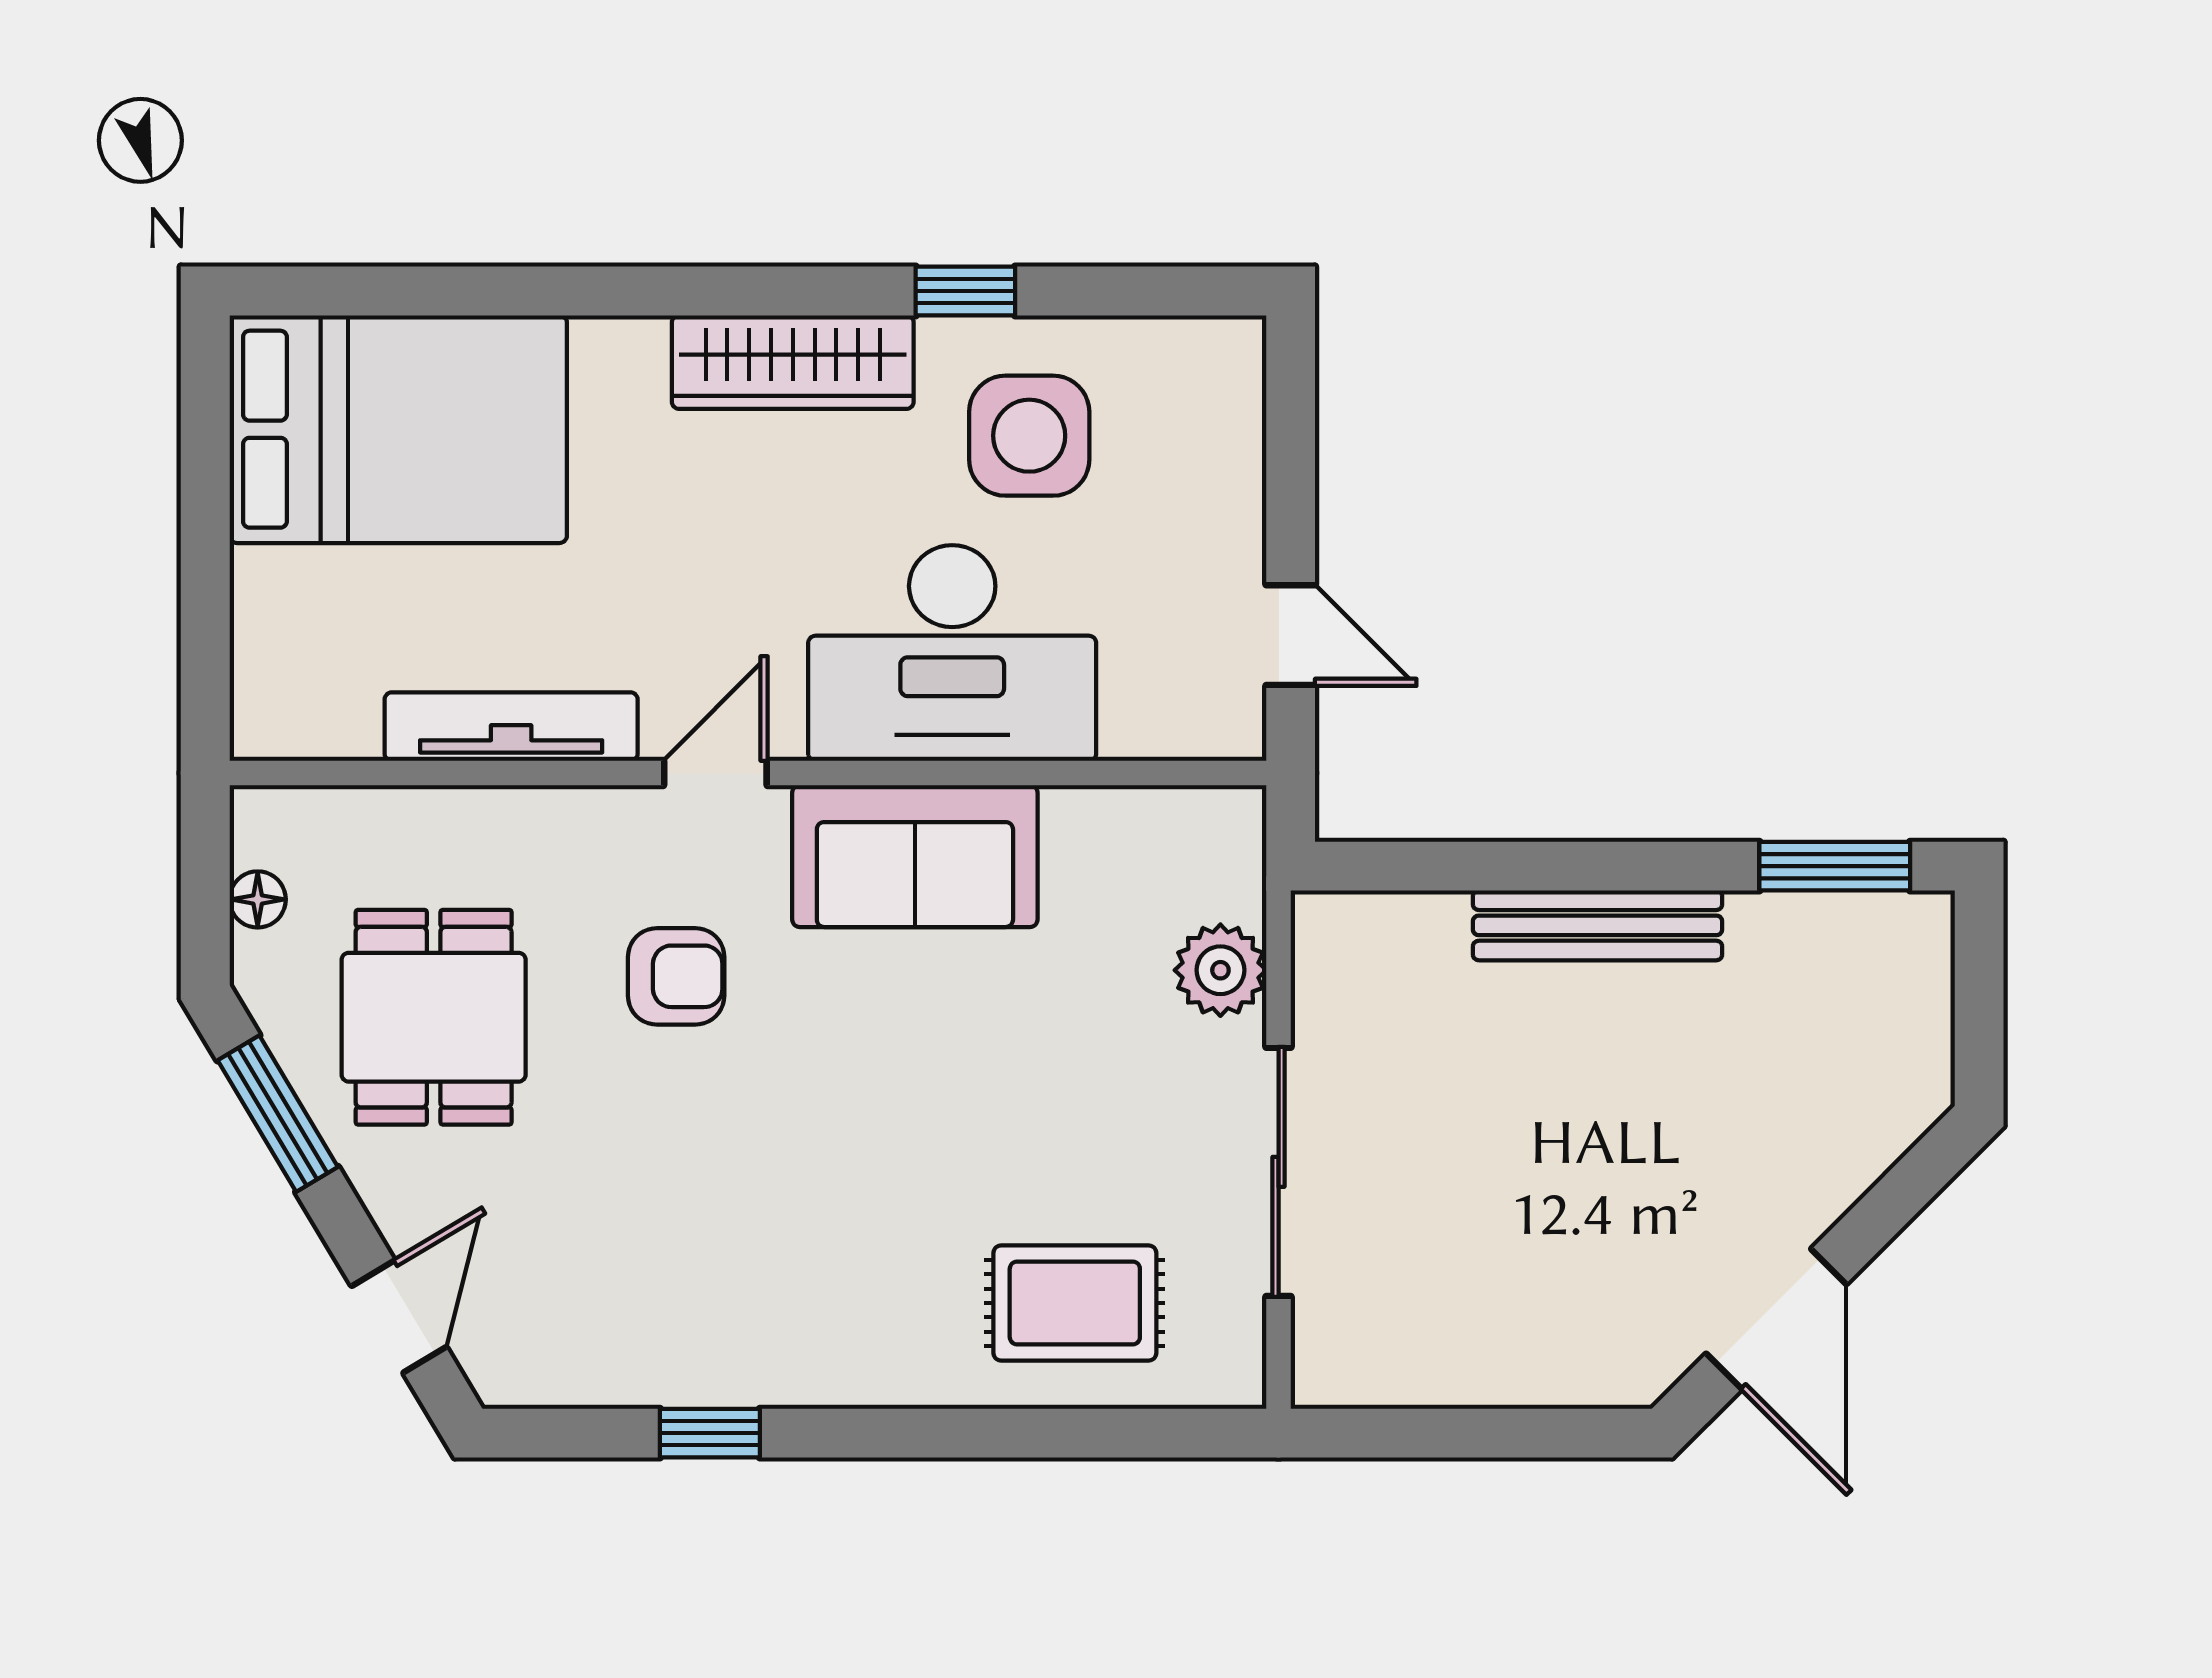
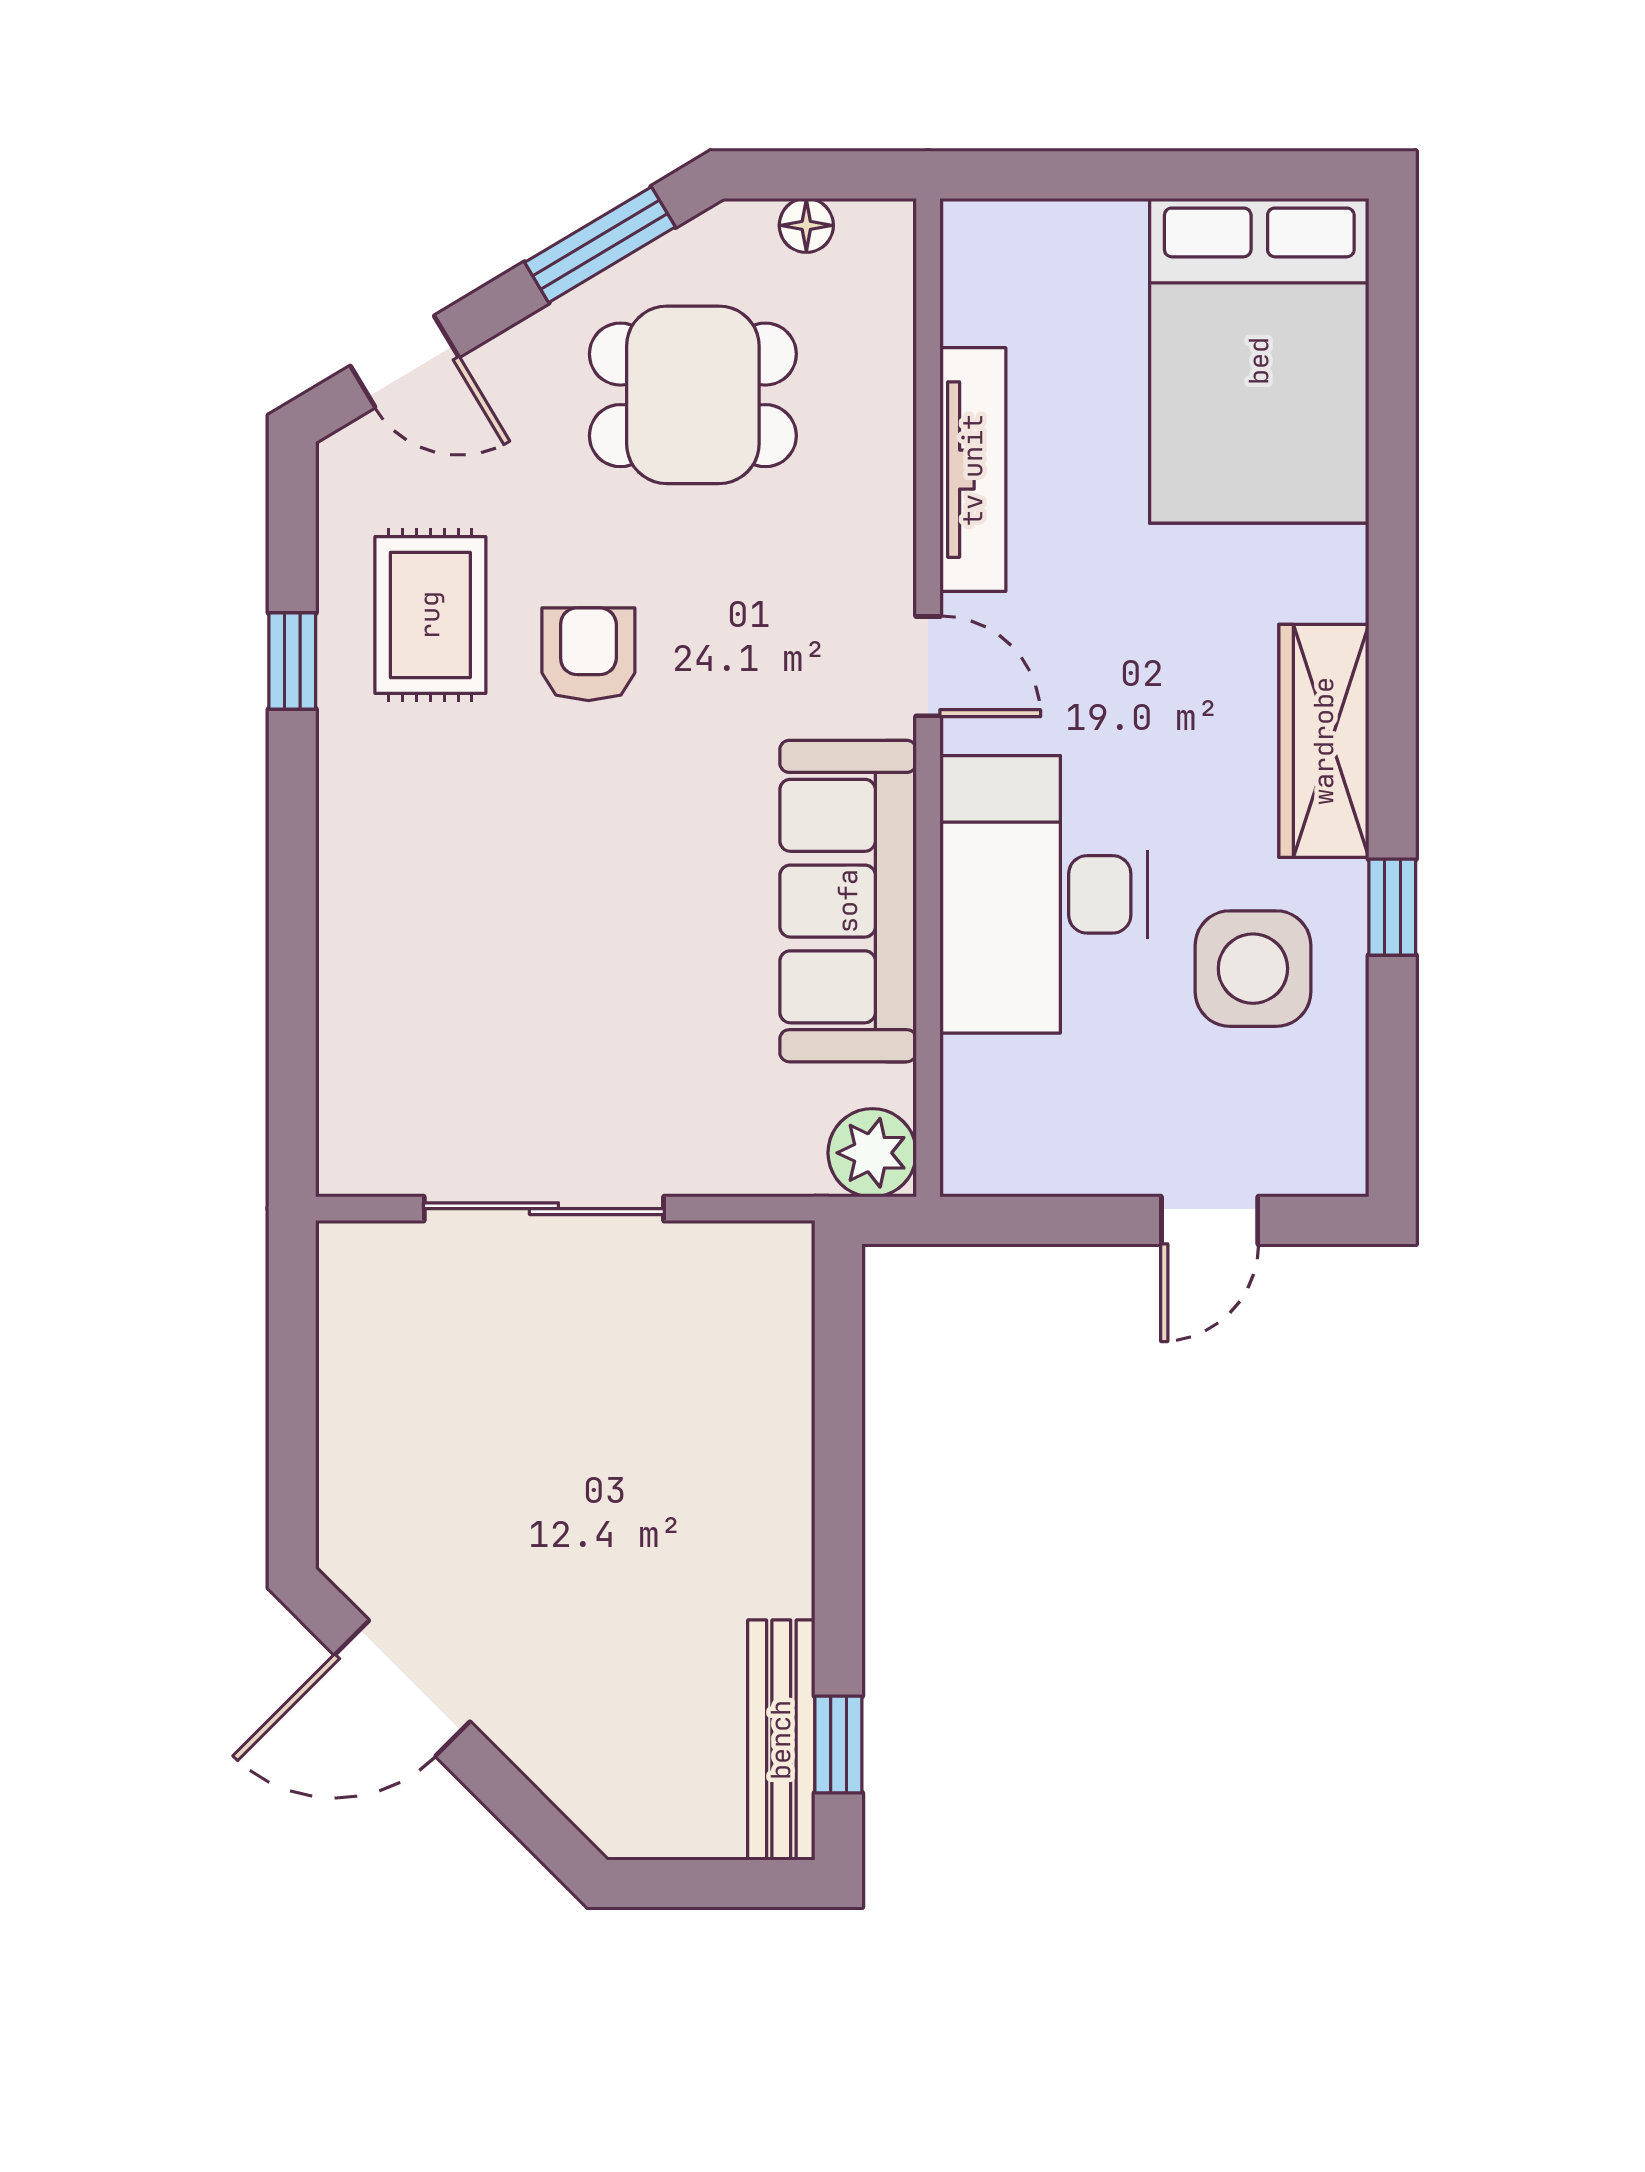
door: (1291, 635) -> (1210, 1220), moved
sofa: (915, 856) -> (848, 901), width x1.36
window: (1835, 866) -> (838, 1744), width x0.67
bench: (1598, 925) -> (781, 1740), moved
plant: (1220, 970) -> (872, 1153), moved
armchair: (676, 976) -> (588, 654), moved, turned 180
rug: (1075, 1303) -> (430, 615), moved

